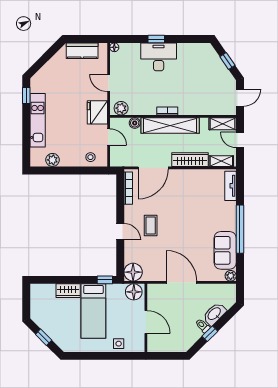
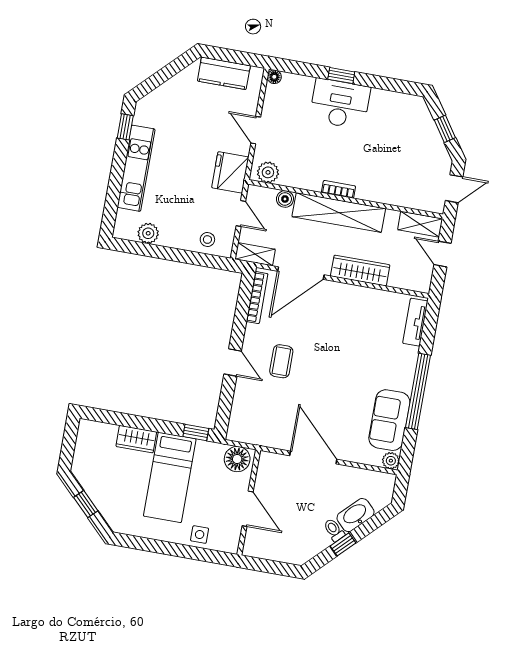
shelving: (221, 161) -> (255, 254), moved
floor lamp: (133, 272) -> (242, 428), removed

